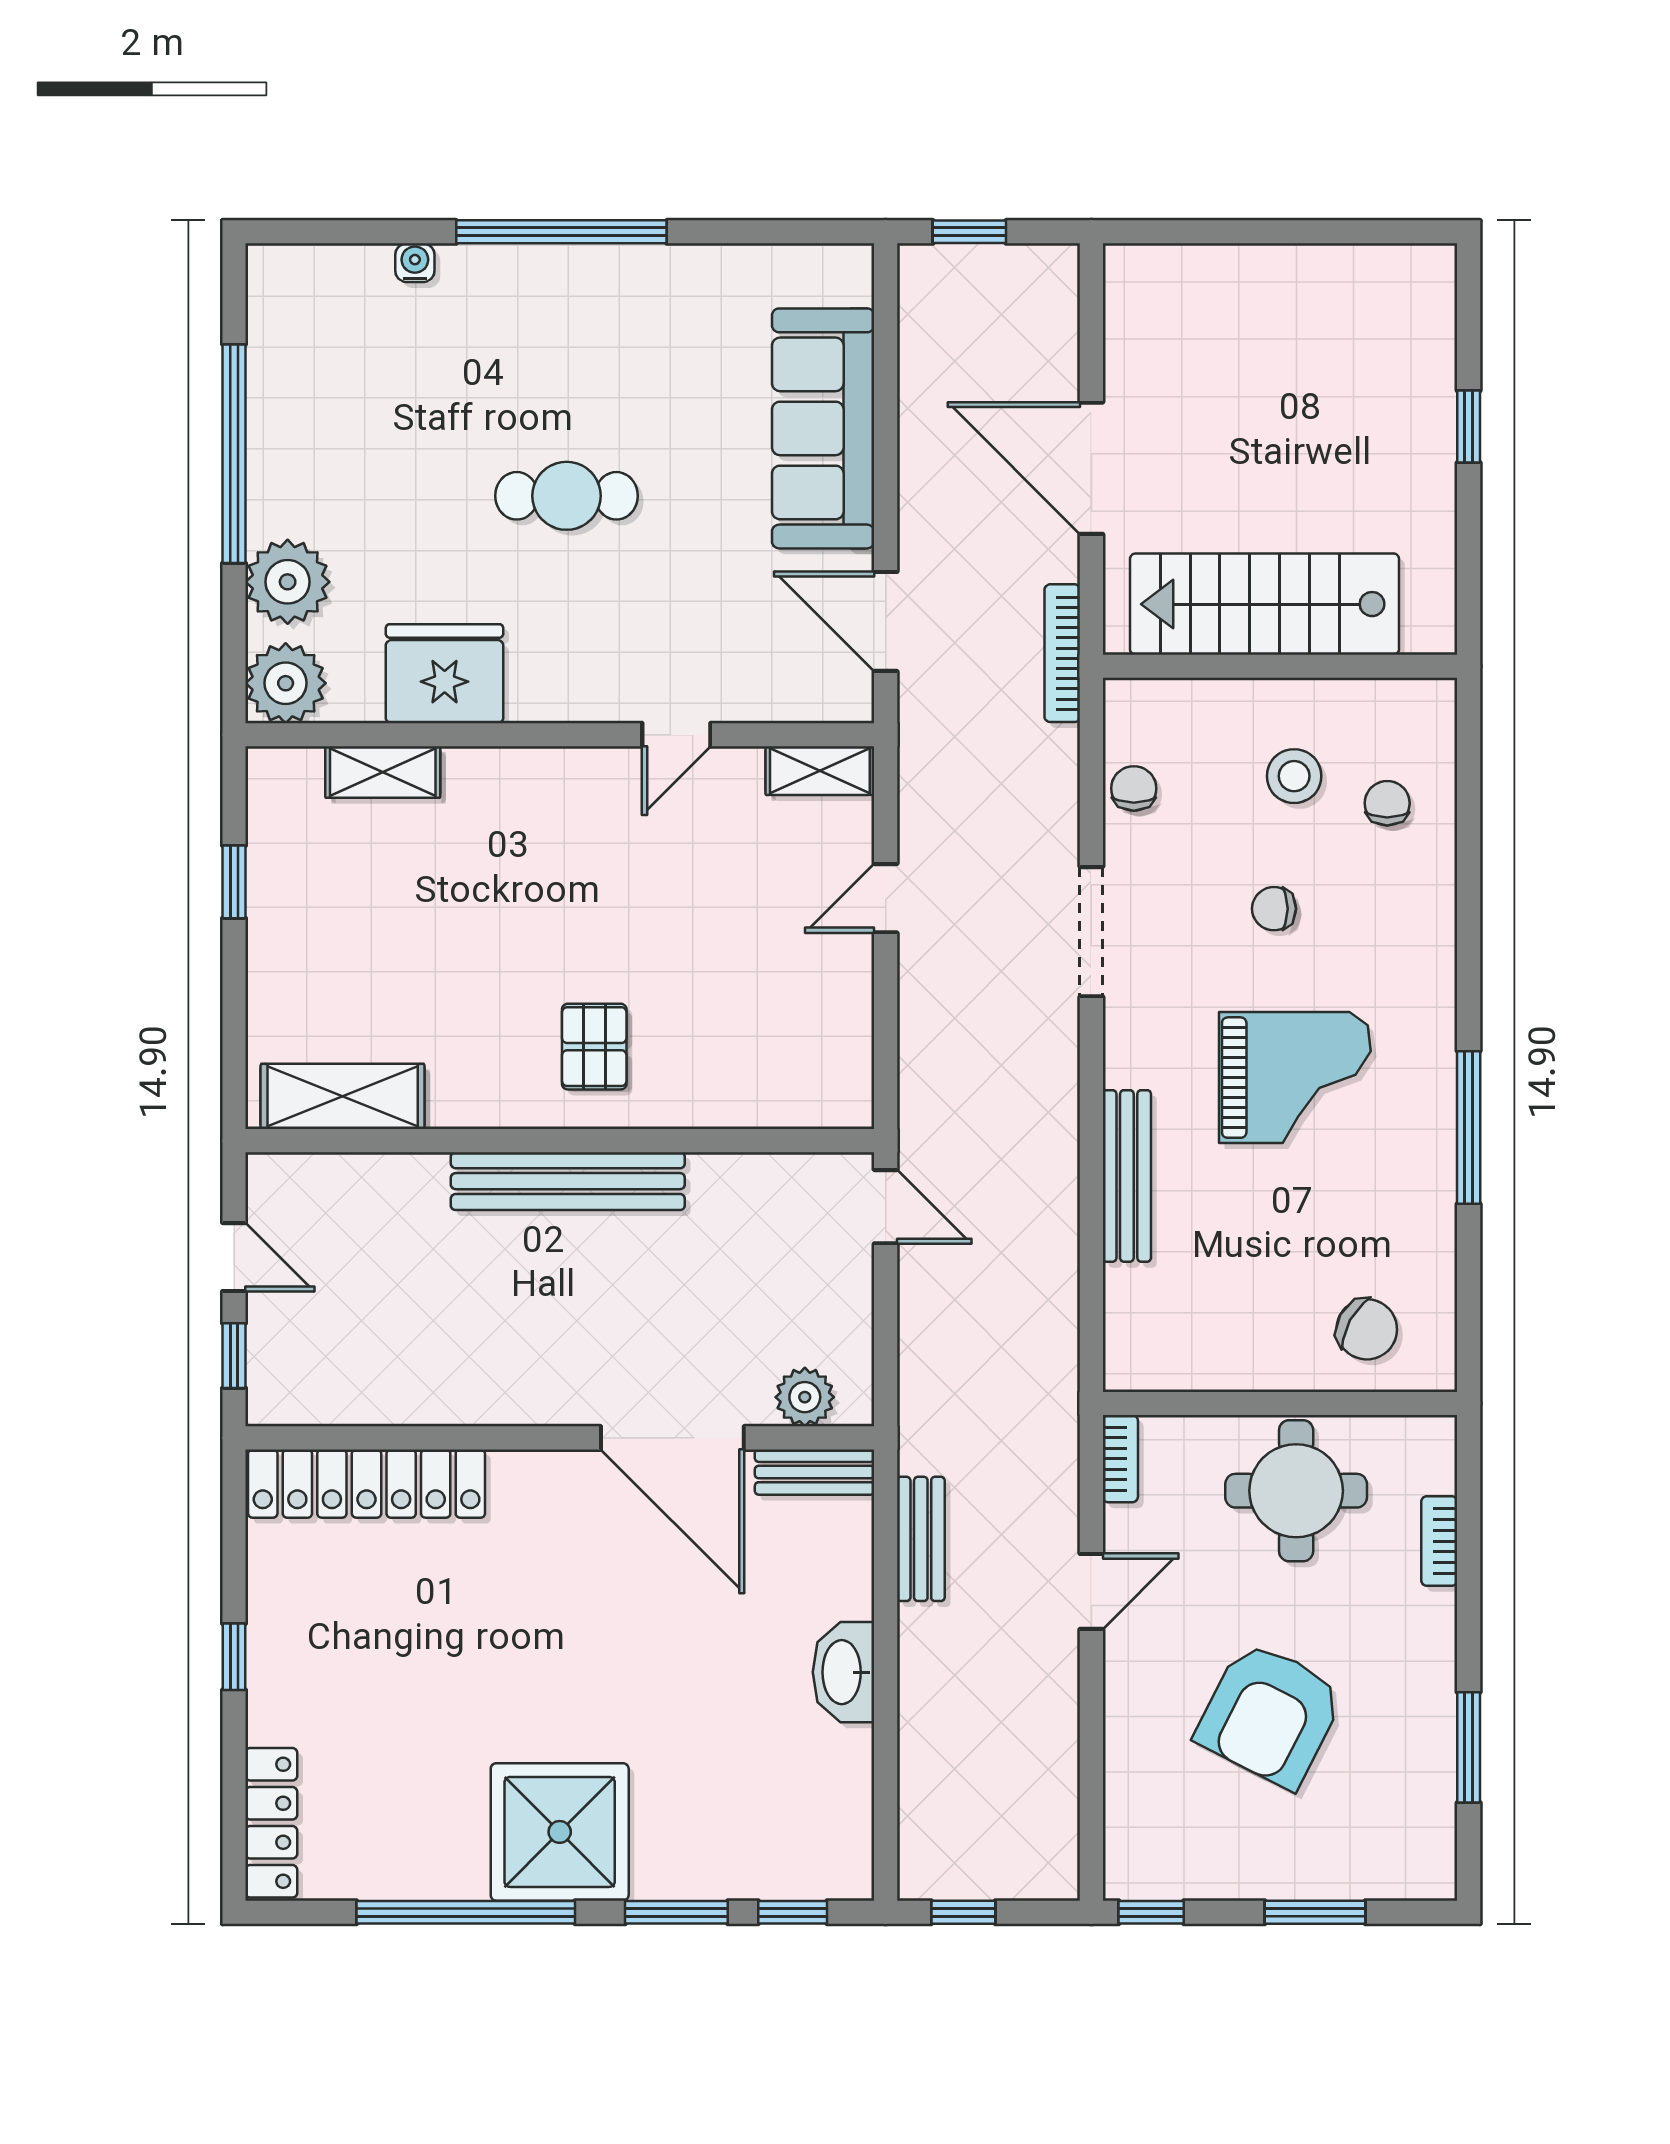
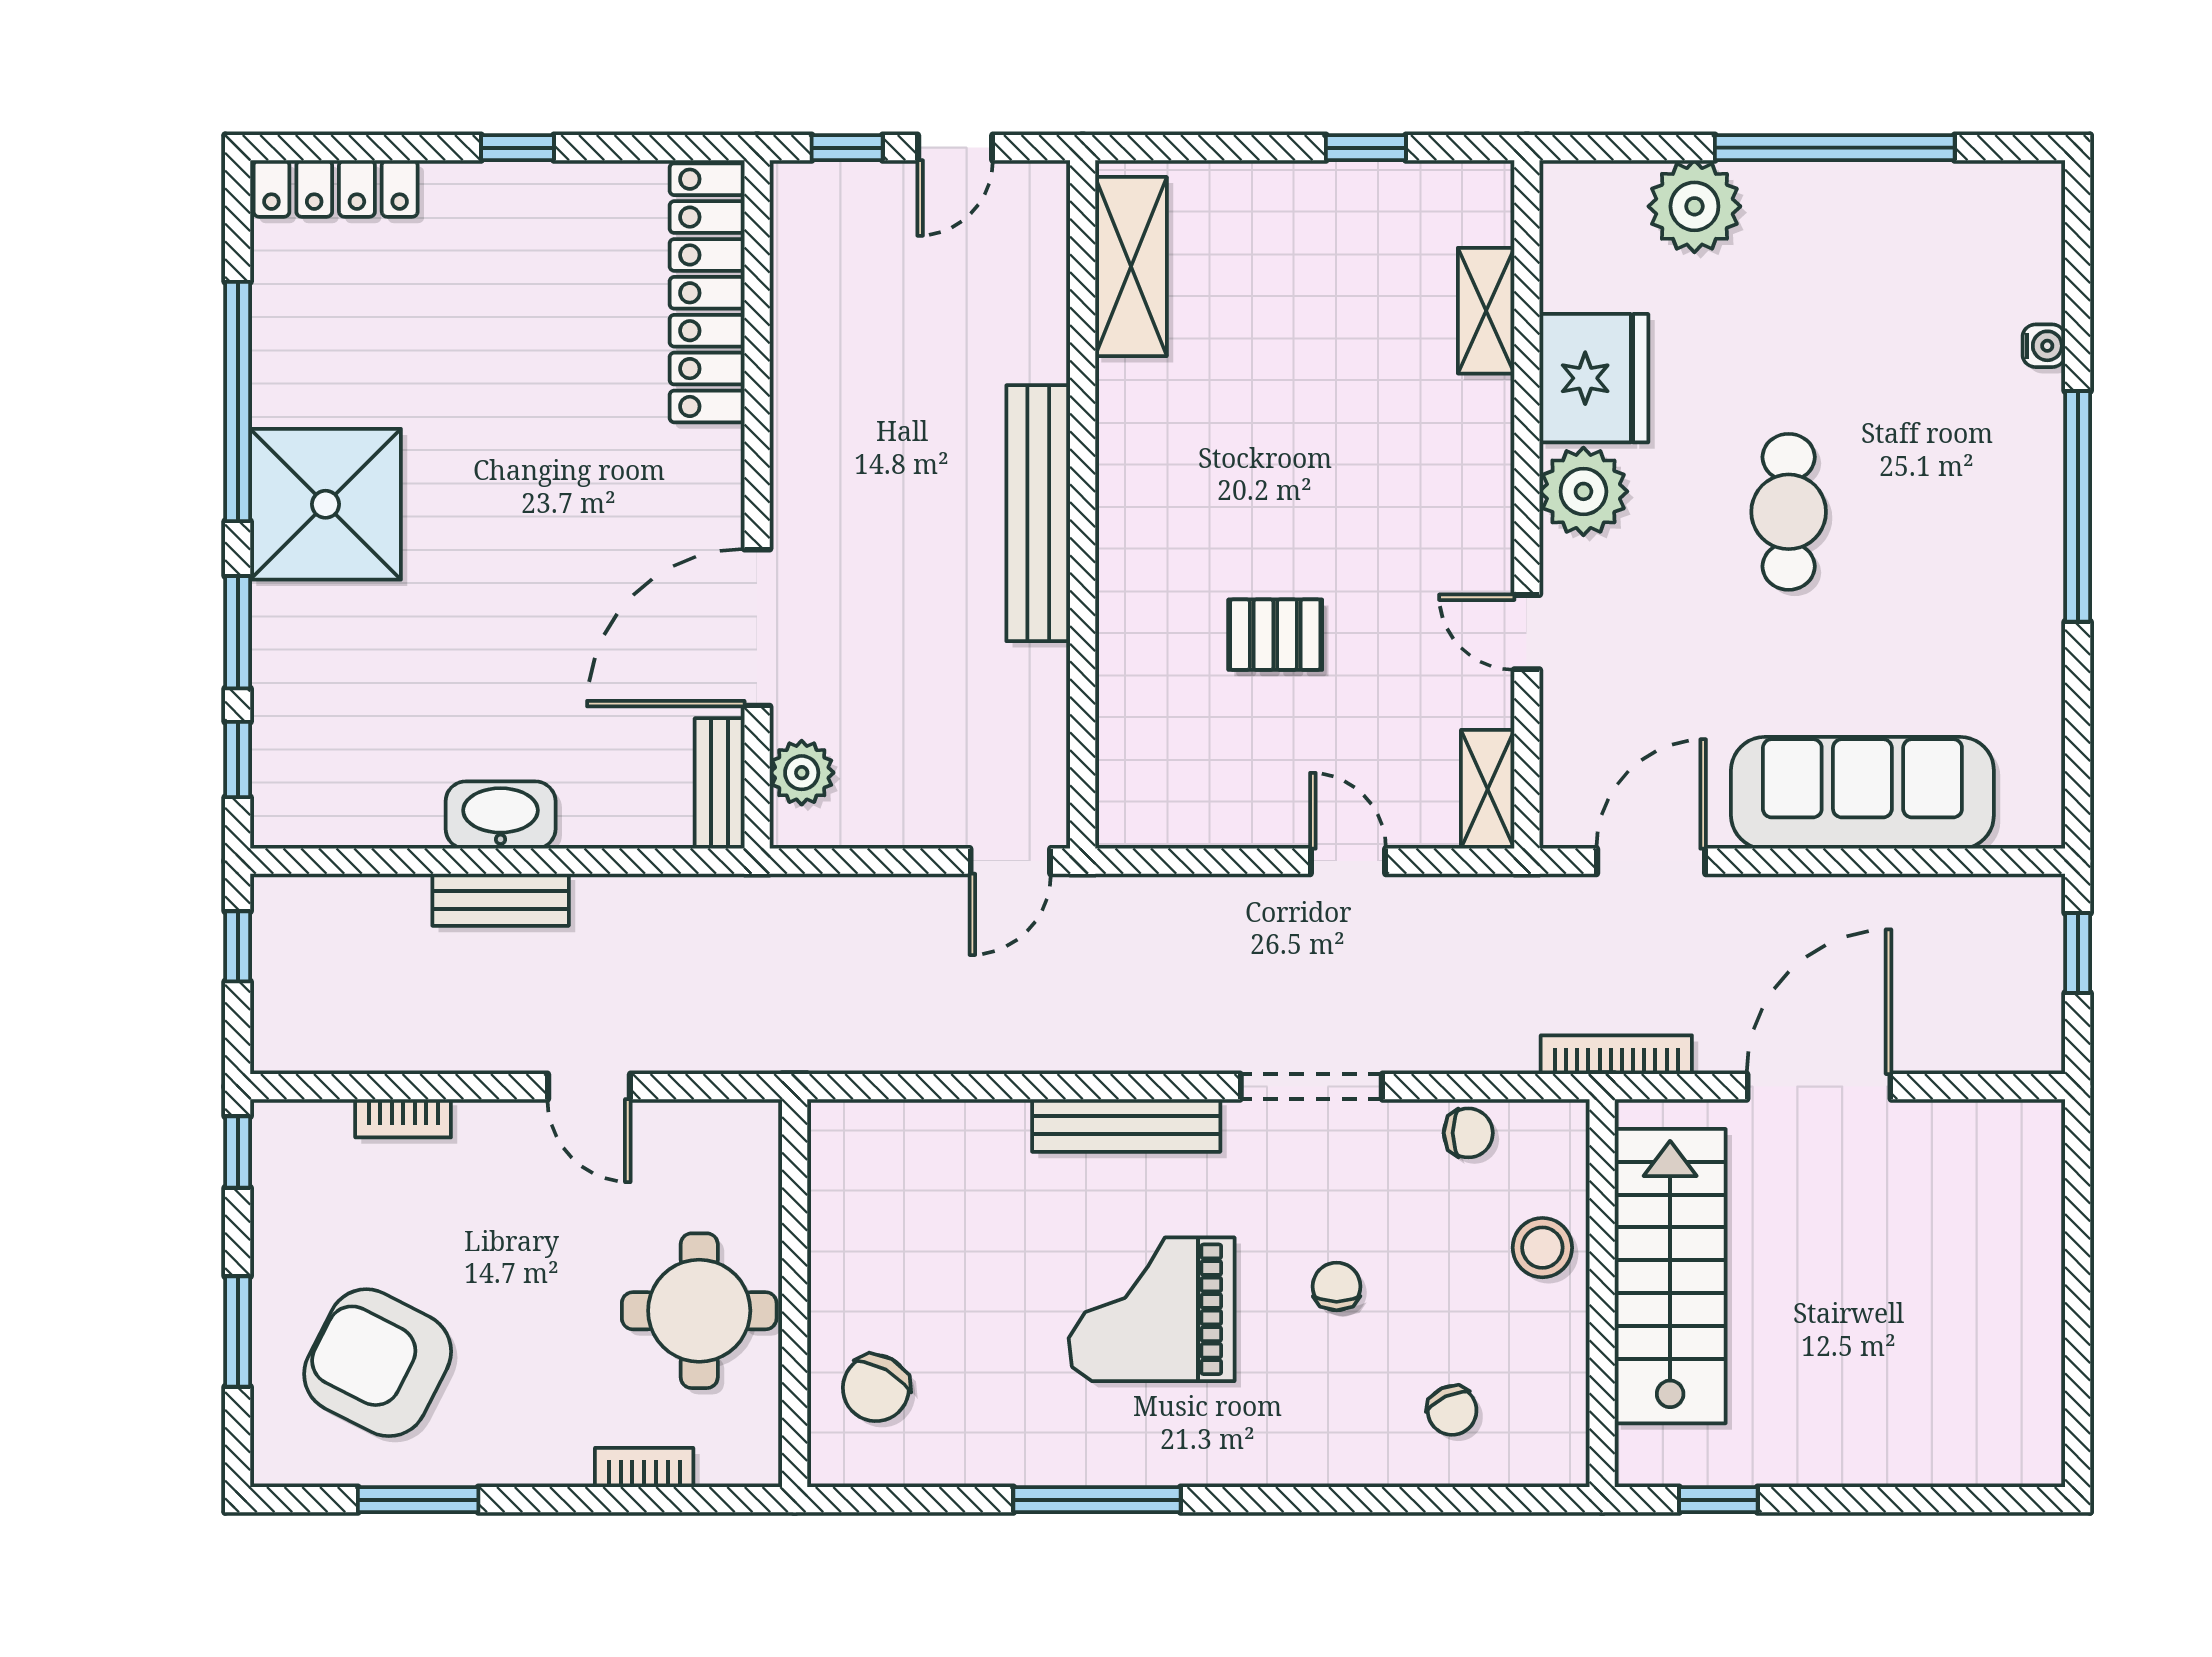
window: (1469, 427) -> (1718, 1500), moved
plant: (286, 683) -> (1583, 491), moved
stool: (1294, 776) -> (1542, 1248), moved
chair: (1387, 803) -> (1452, 1410), turned 65
pallet: (594, 1047) -> (1275, 635), moved
grand piano: (1295, 1078) -> (1152, 1309), turned 90
bench: (1127, 1176) -> (1126, 1125), moved
bookcase: (1120, 1459) -> (403, 1118), moved
bench: (921, 1539) -> (501, 900), moved
armchair: (1270, 1714) -> (378, 1363), moved

